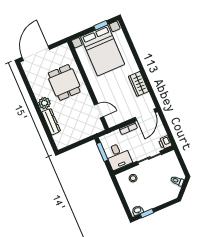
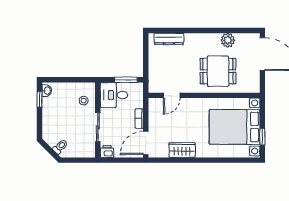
plant: (44, 103) -> (228, 40), moved
door: (145, 115) -> (146, 143), hinge flipped
dresser: (51, 122) -> (169, 39), moved

